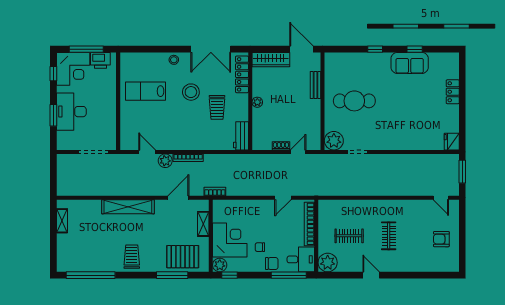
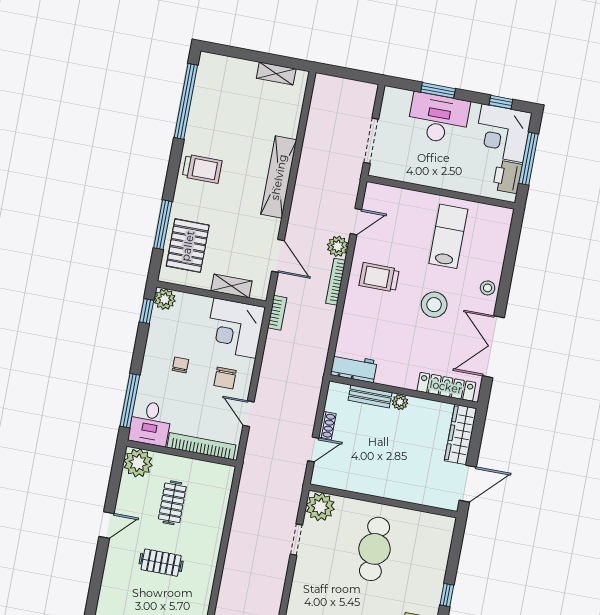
bench: (315, 85) -> (370, 396), moved
trolley: (217, 107) -> (379, 277), moved
door: (298, 152) -> (313, 449), hinge flipped
corner desk: (230, 240) -> (235, 328), moved, turned 90
chair: (272, 263) -> (225, 378), moved

